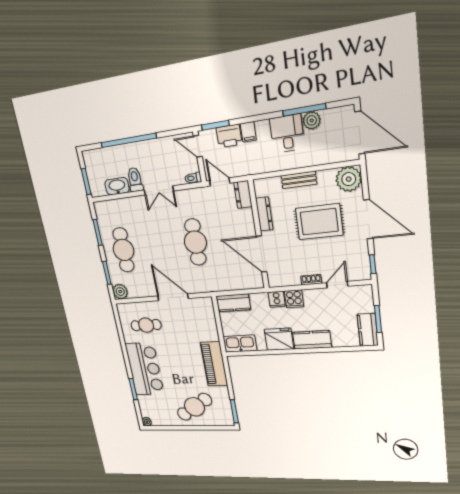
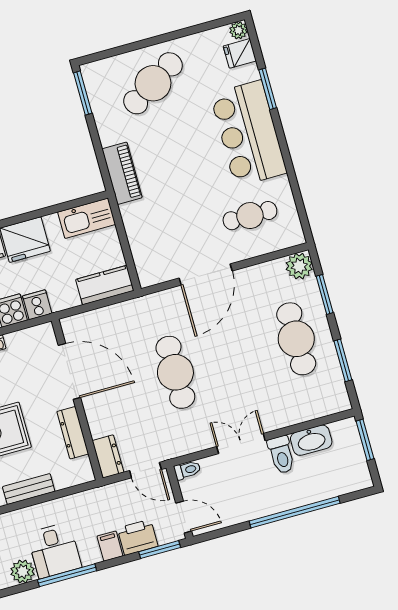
window: (304, 110) -> (67, 575), moved
door: (173, 297) -> (206, 274), hinge flipped
piano: (214, 364) -> (122, 173), width x0.73, depth x0.75
fridge: (147, 410) -> (240, 53), added

